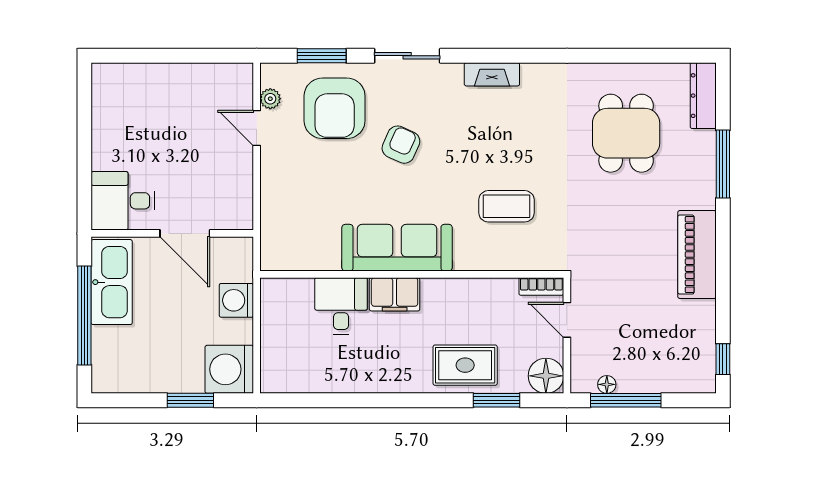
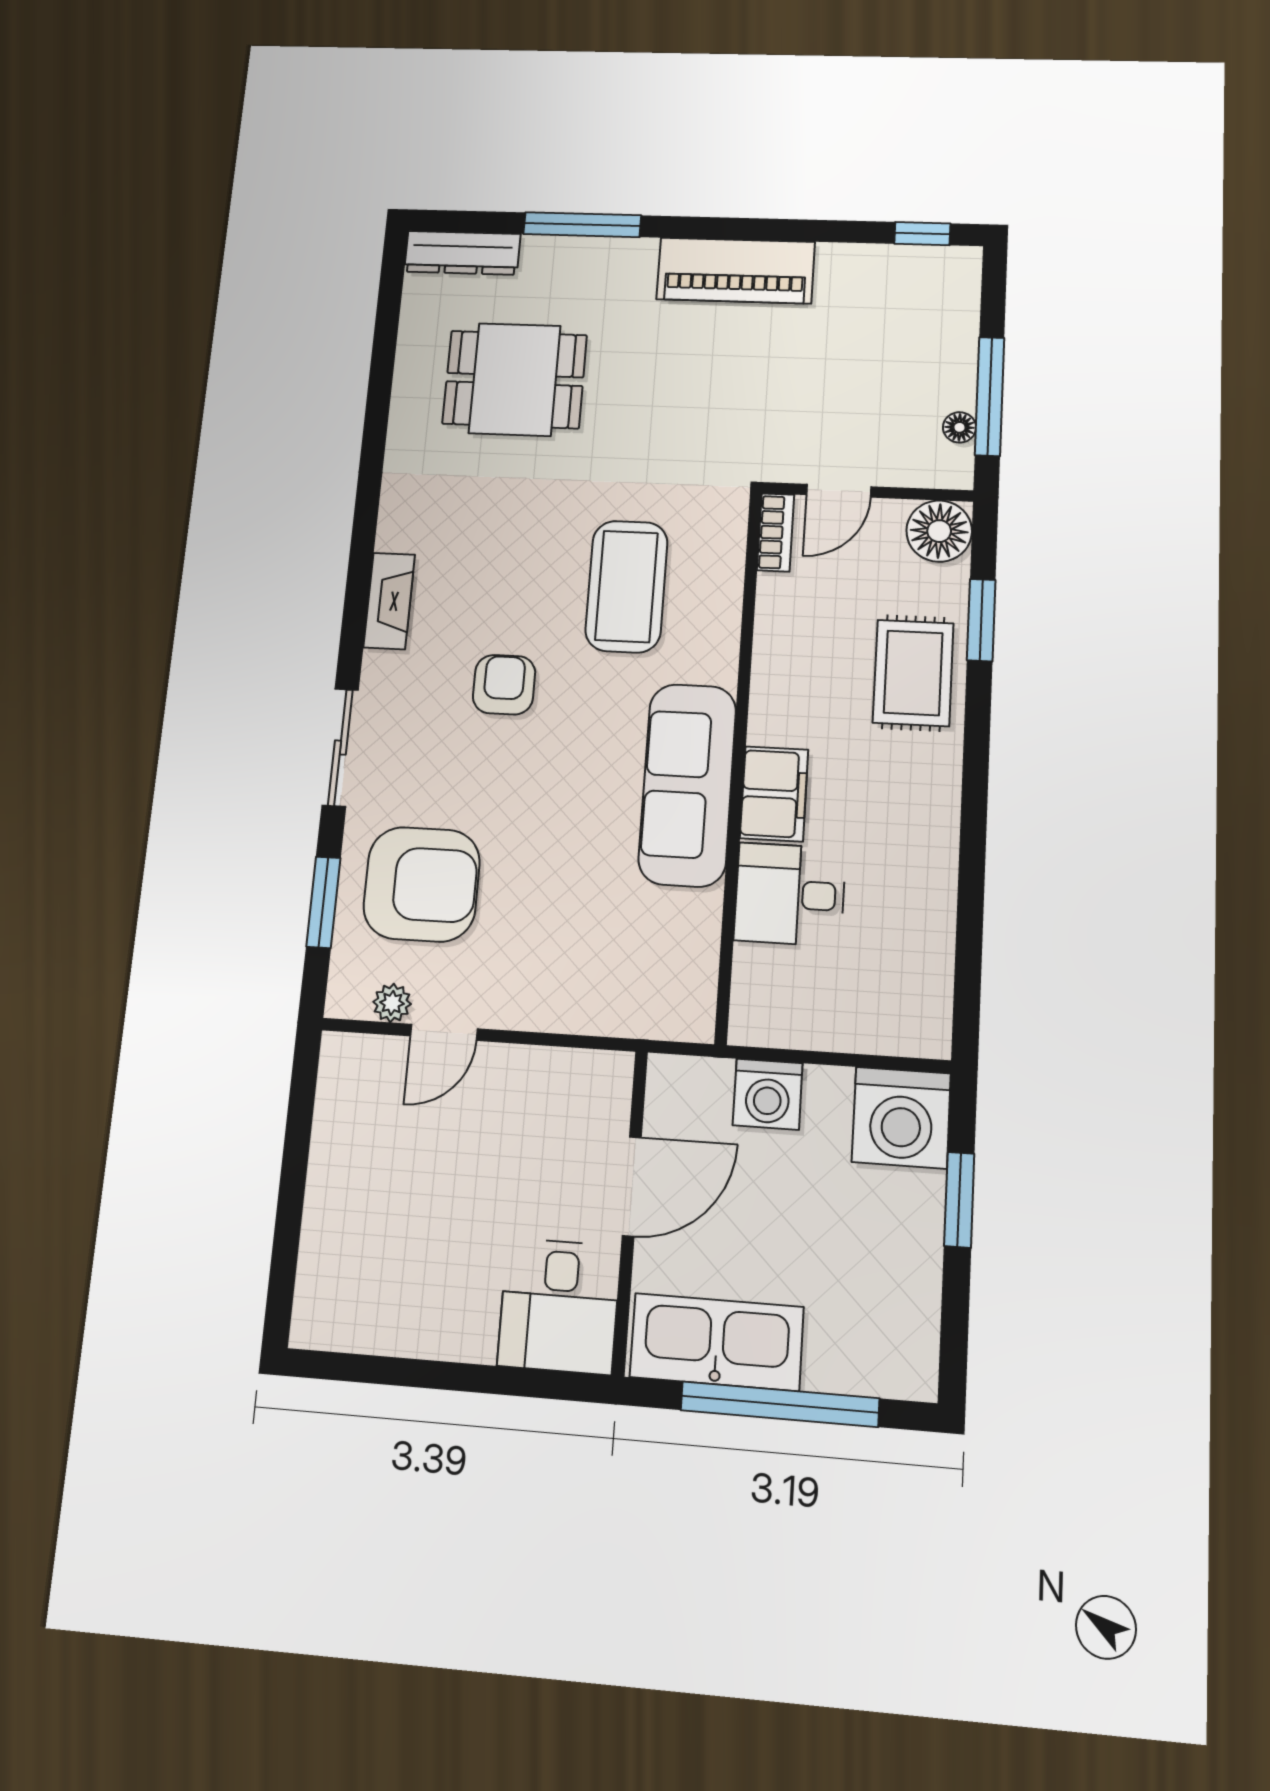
armchair: (401, 145) -> (504, 685), moved, turned 66
coffee table: (506, 206) -> (626, 586), width x1.36, depth x1.32

